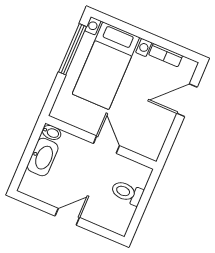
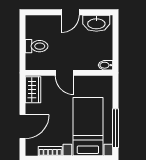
wardrobe: (155, 140) -> (33, 90), added
washbasin: (43, 157) -> (96, 23), moved, turned -90

